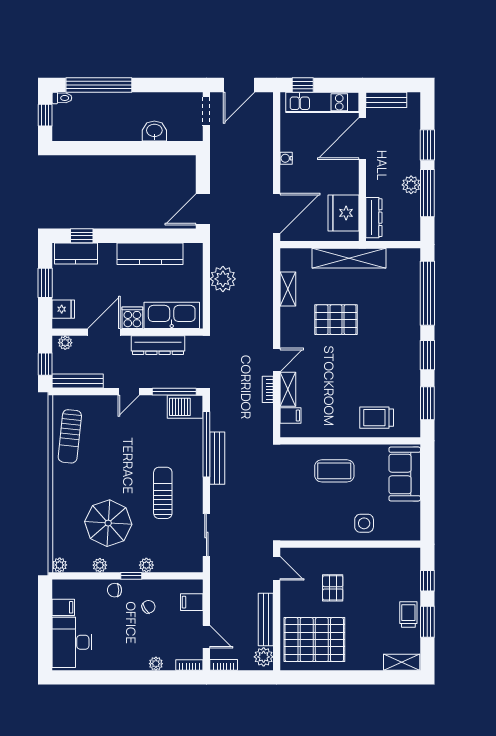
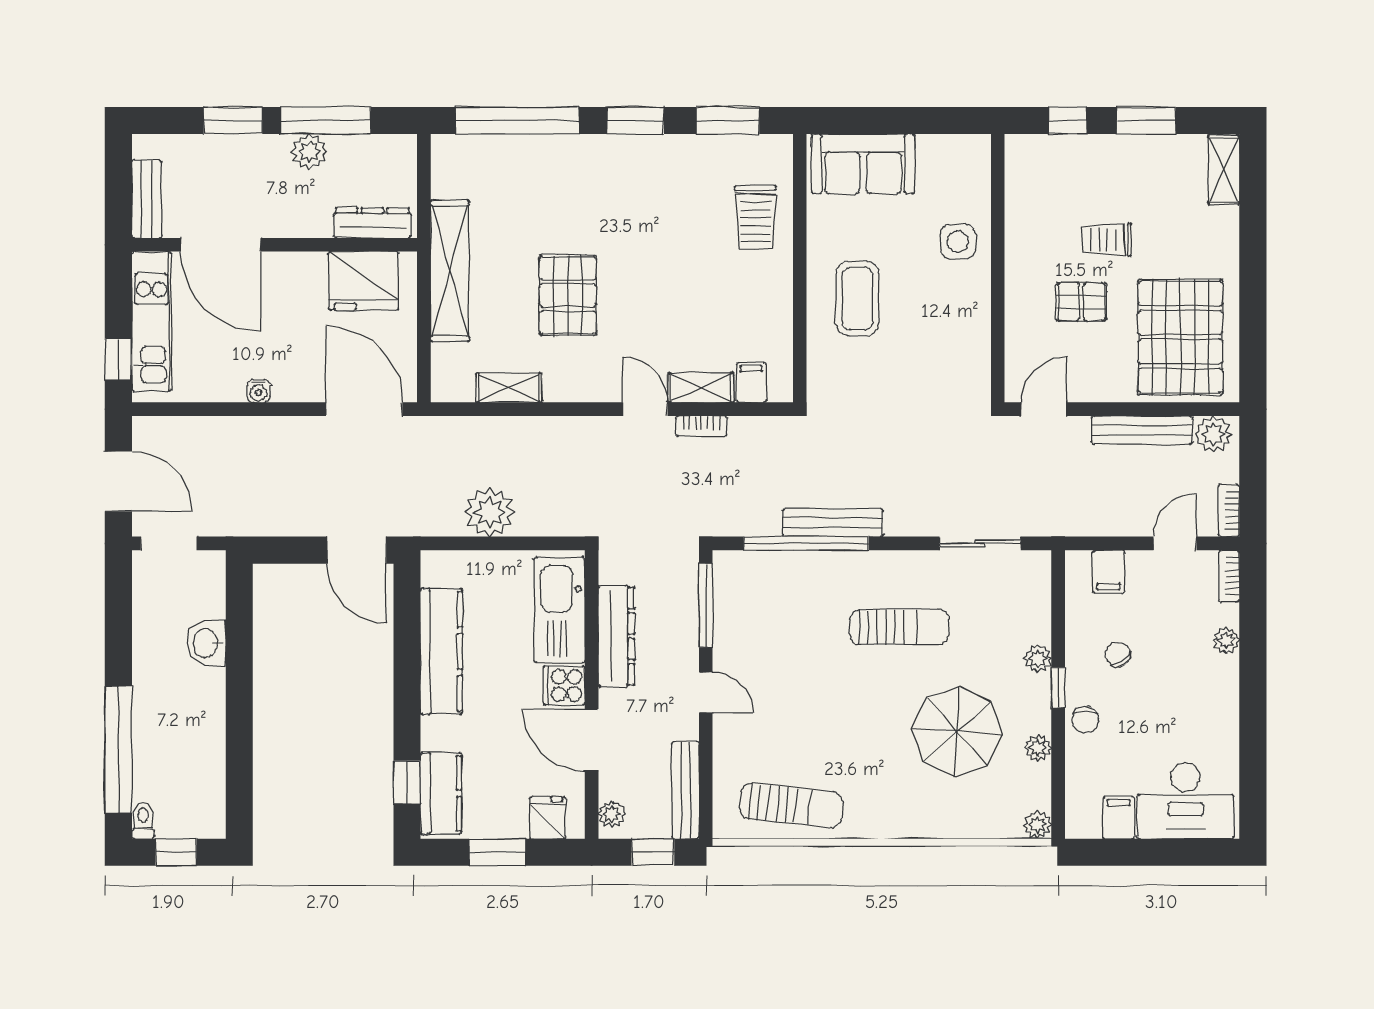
barbecue: (185, 407) -> (735, 584), removed
sun lounger: (163, 493) -> (899, 627), turned 180
trolley: (408, 614) -> (1107, 240), moved

